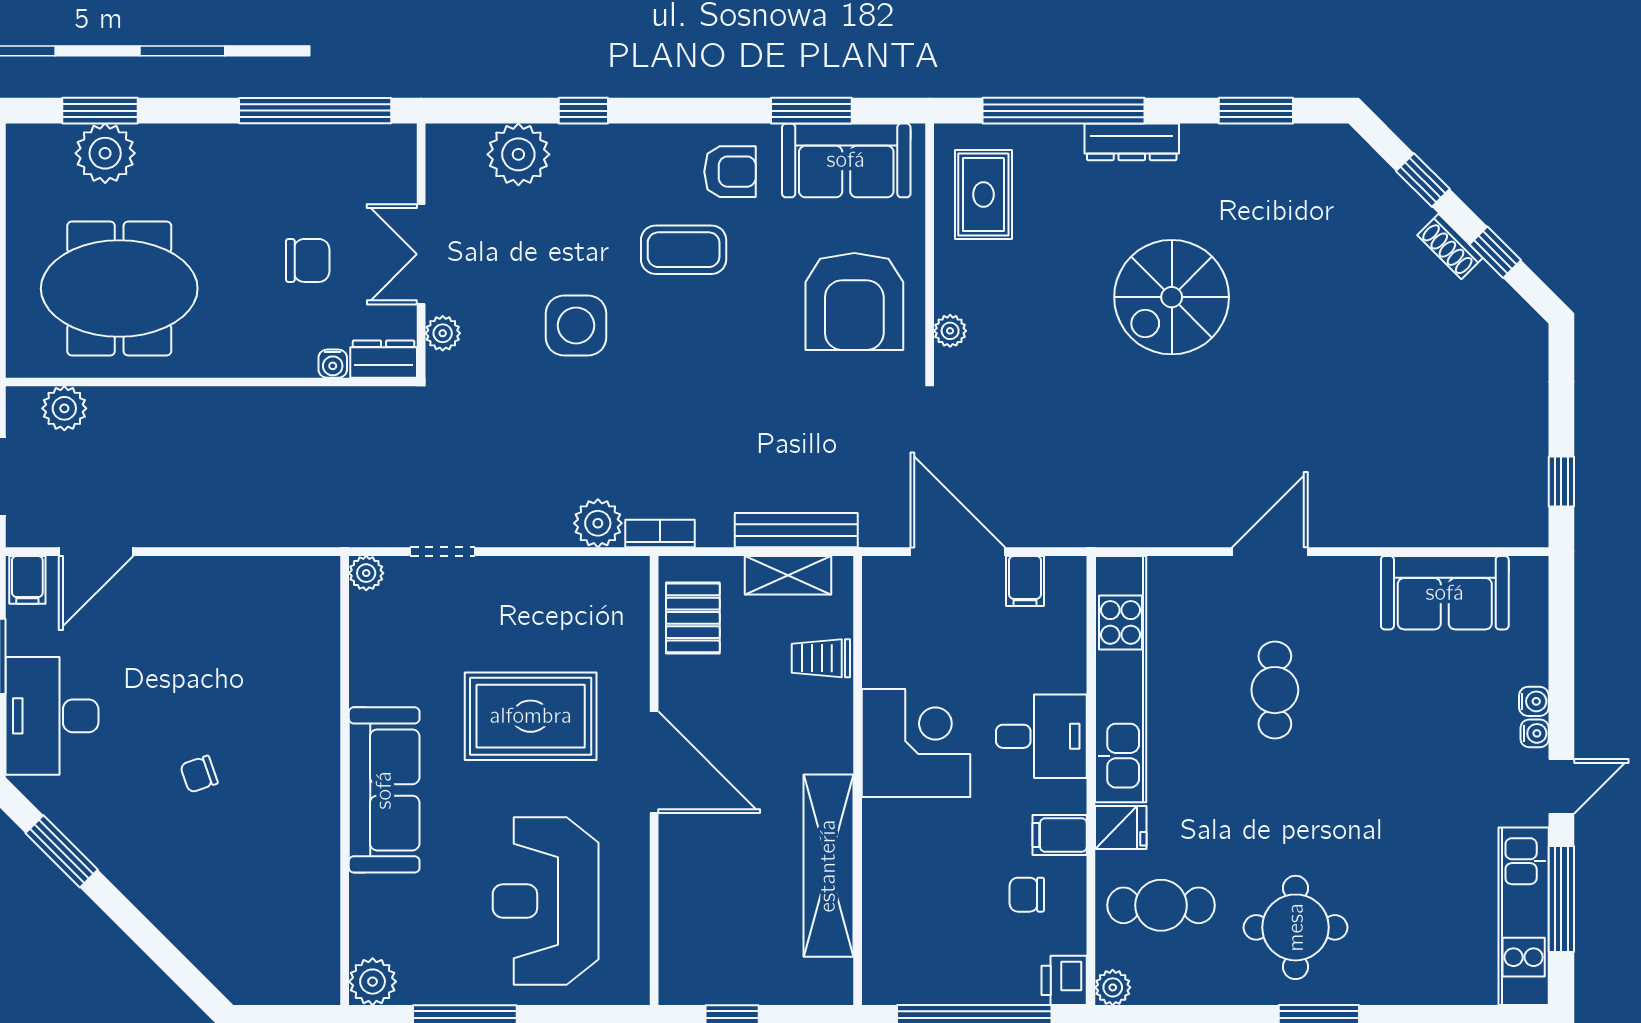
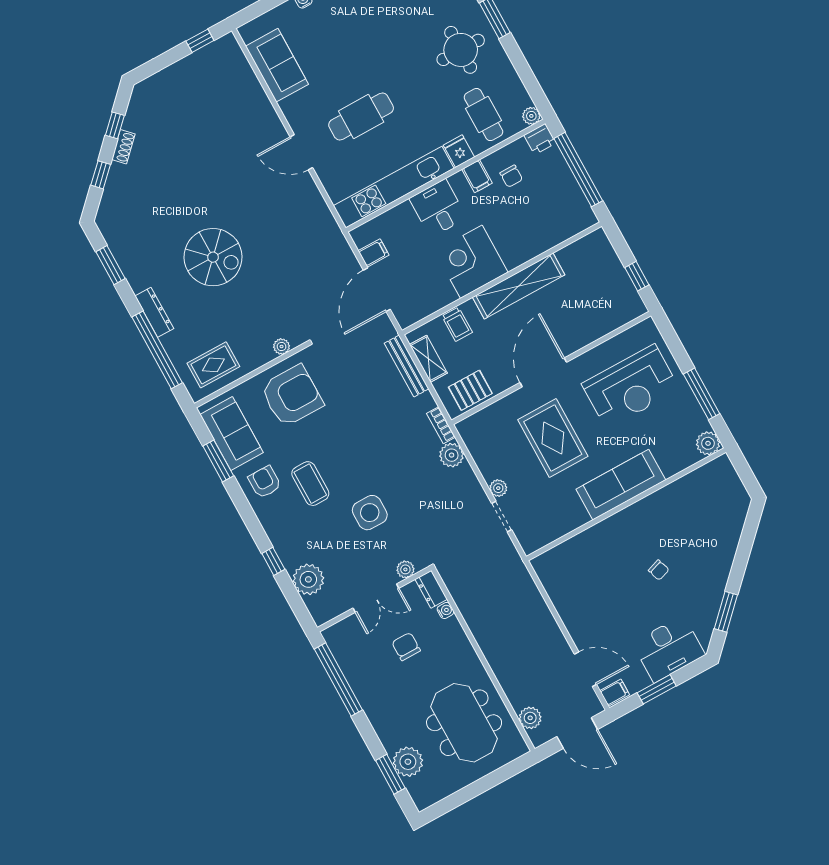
plant: (366, 573) -> (498, 488), moved
cafe table: (1275, 690) -> (361, 116), width x1.37, depth x1.35
shelving: (828, 866) -> (519, 286), moved

